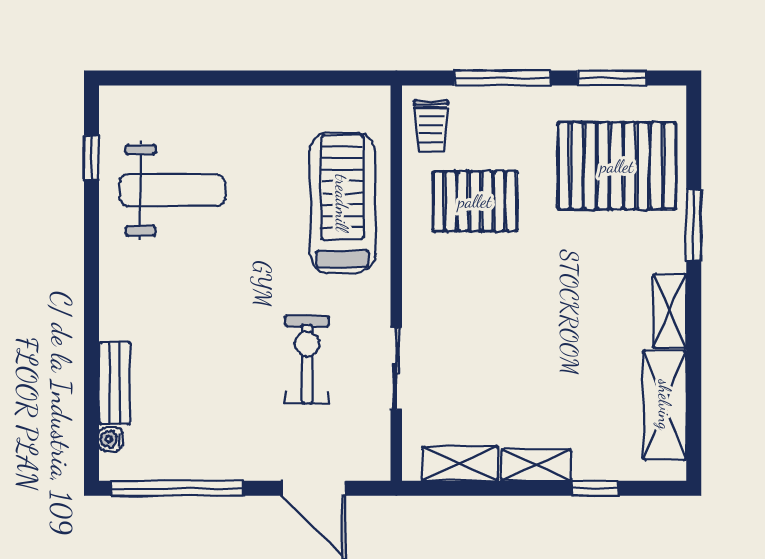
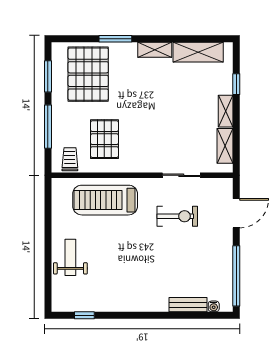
trolley: (431, 126) -> (70, 159), turned -90
weight bench: (172, 190) -> (70, 257), moved, width x0.73, depth x0.75
exercise bike: (307, 360) -> (177, 216), turned 180

